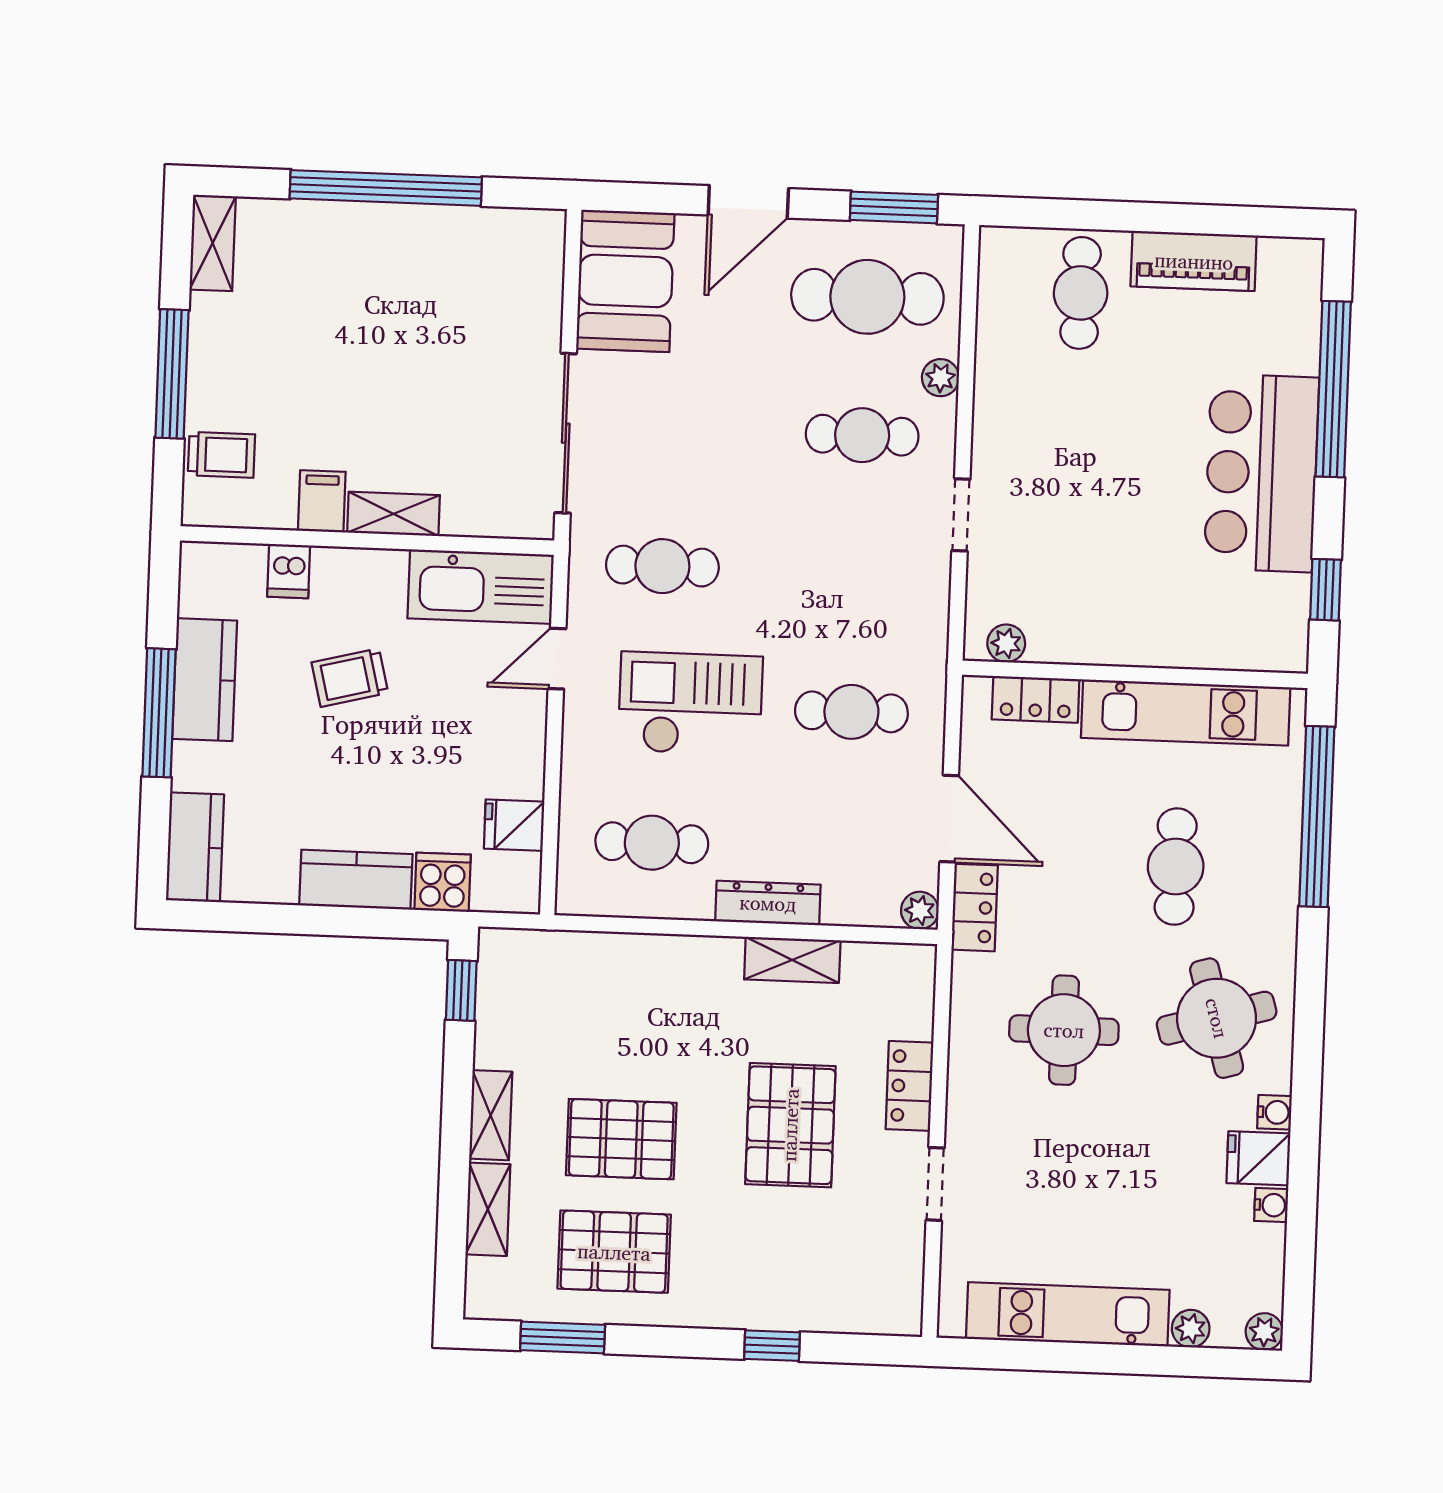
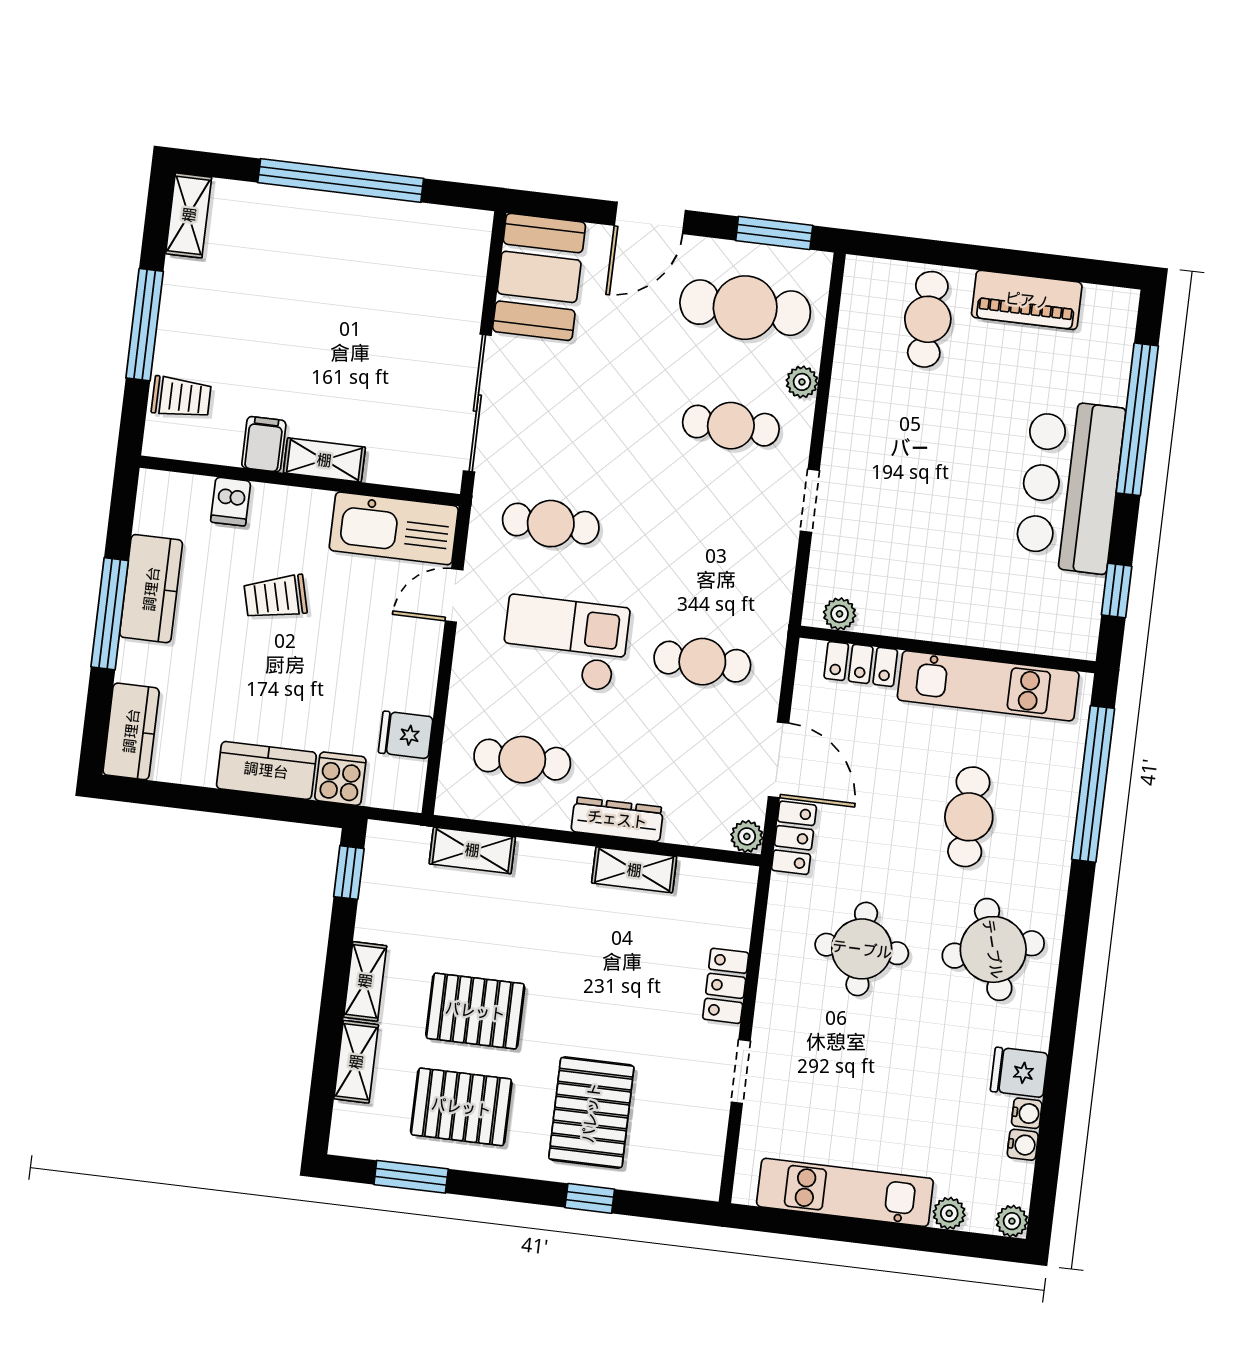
shelving: (602, 953) -> (472, 850), added
water cooler: (1274, 1112) -> (1023, 1145), moved
pallet: (790, 1125) -> (591, 1113), moved

